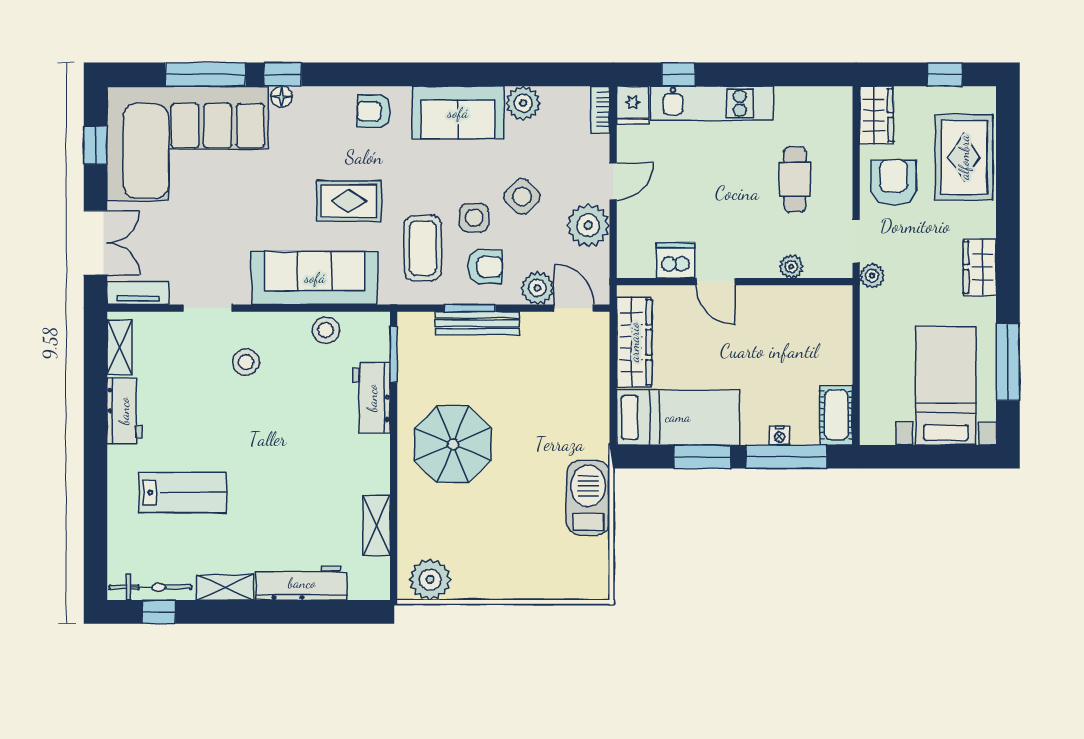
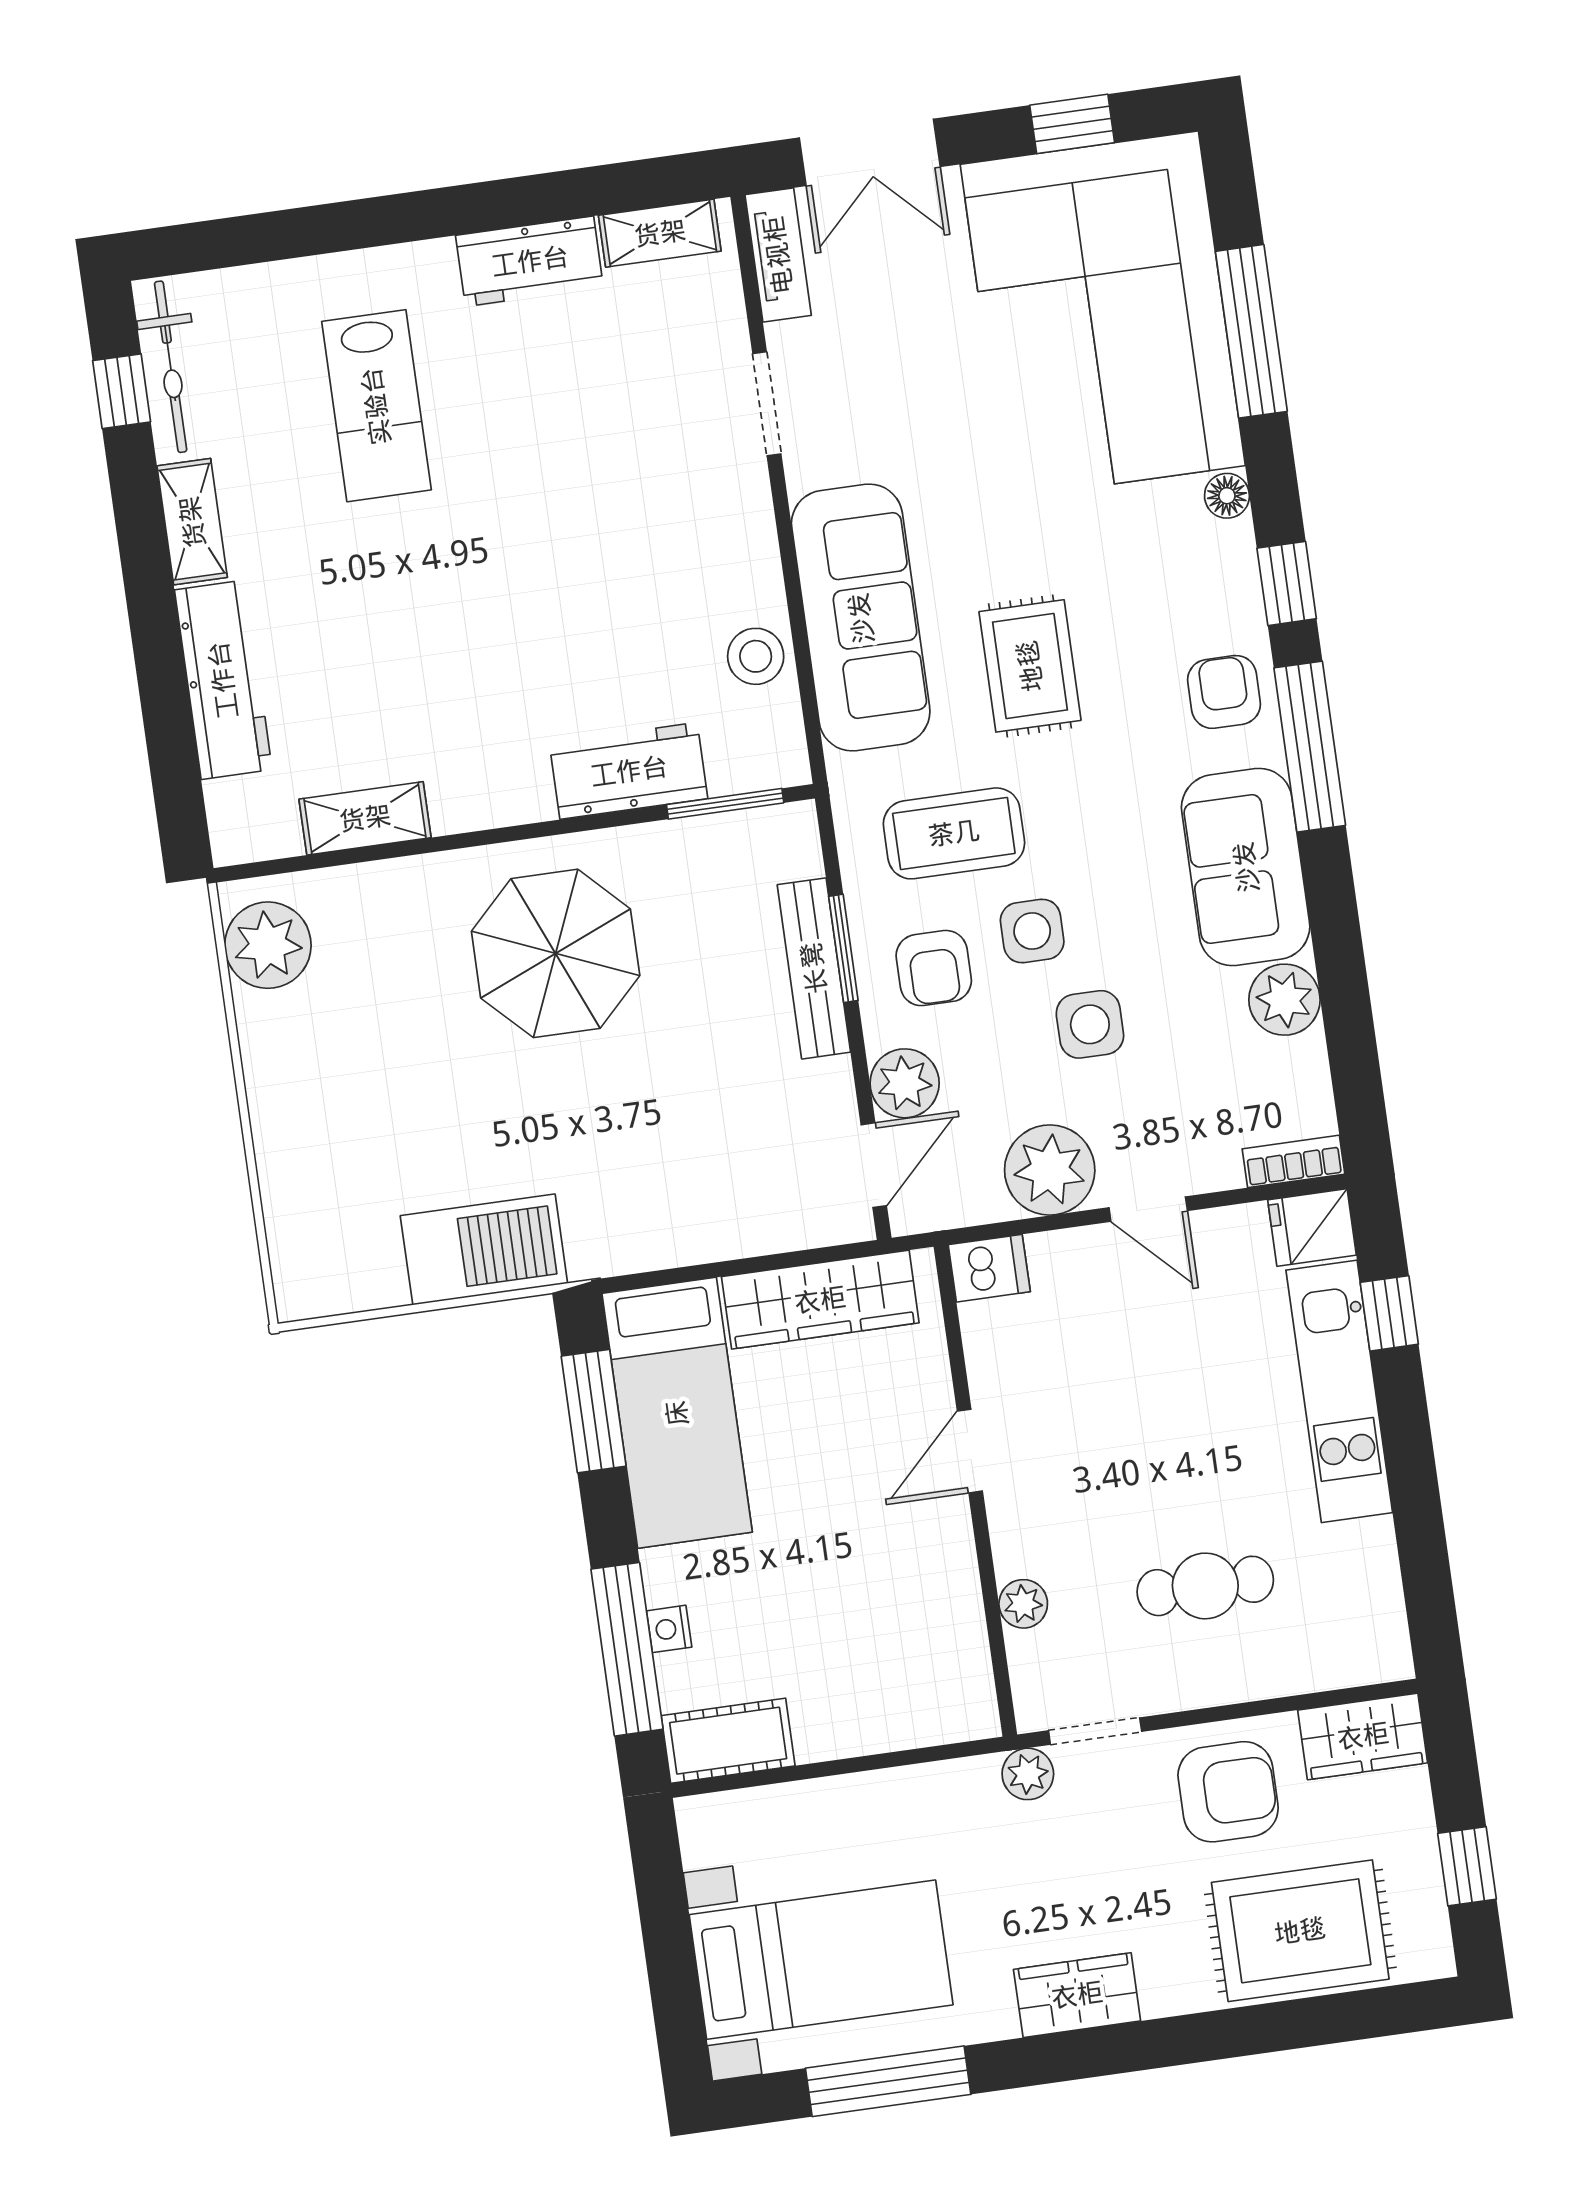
window: (283, 74) -> (1287, 583), moved
window: (405, 74) -> (1310, 747), added
side table: (522, 197) -> (1090, 1024), turned 45
dishwasher: (676, 260) -> (989, 1268), moved, width x0.73
stool: (246, 362) -> (666, 499), removed
window: (702, 457) -> (594, 1411), moved

